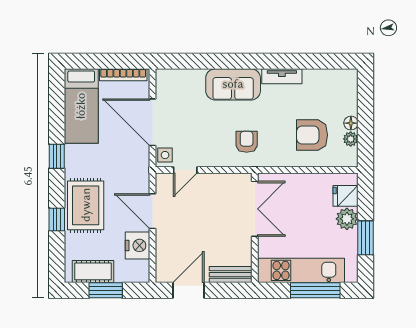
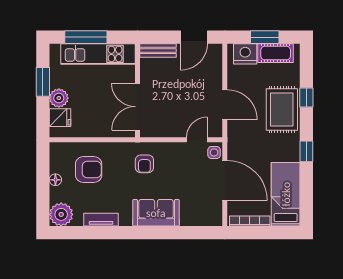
tv unit: (282, 76) -> (101, 220), moved
plant: (351, 139) -> (61, 214), moved, width x1.88, depth x1.88
nightstand: (137, 245) -> (245, 54), moved, turned 90

